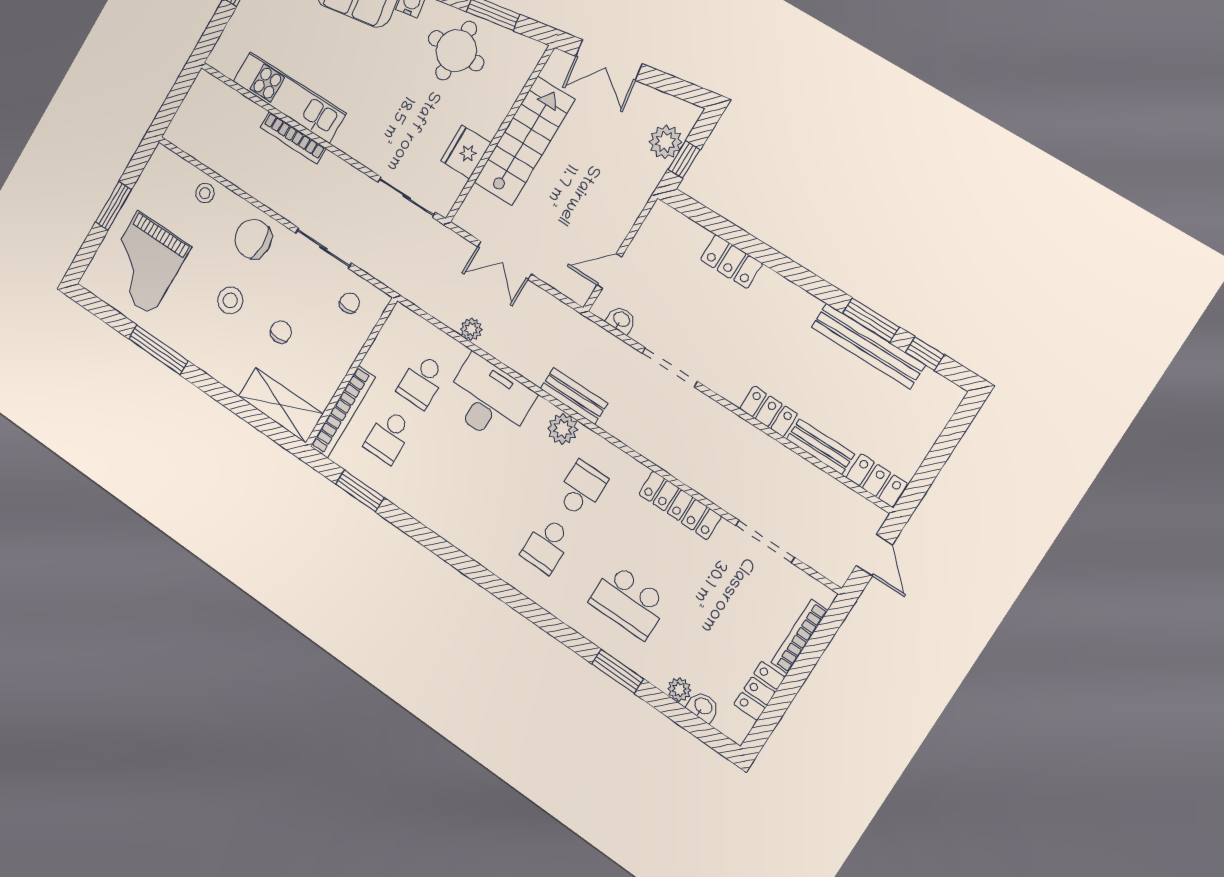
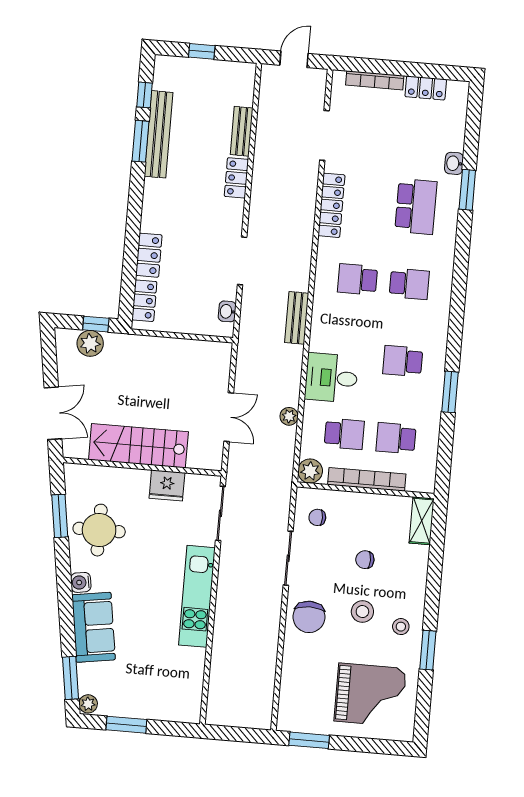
kitchen unit: (289, 97) -> (197, 596), moved
bookcase: (293, 138) -> (221, 624), removed
stool: (205, 193) -> (401, 627), moved
window: (114, 206) -> (309, 740), moved
door: (609, 271) -> (198, 337), removed
window: (158, 350) -> (428, 650), width x0.69
desk: (489, 400) -> (331, 378), width x0.73
shelving: (281, 405) -> (422, 521), width x0.67, depth x0.75
bookcase: (343, 412) -> (367, 479), moved
plant: (563, 429) -> (310, 471), moved
school desk: (389, 436) -> (396, 438), turned 180
window: (942, 450) -> (202, 51), added
locker: (877, 480) -> (144, 301), moved, turned 180
school desk: (467, 490) -> (403, 361), added
window: (360, 491) -> (450, 392), moved
plant: (679, 690) -> (456, 142), removed
washbasin: (703, 707) -> (454, 163), moved

